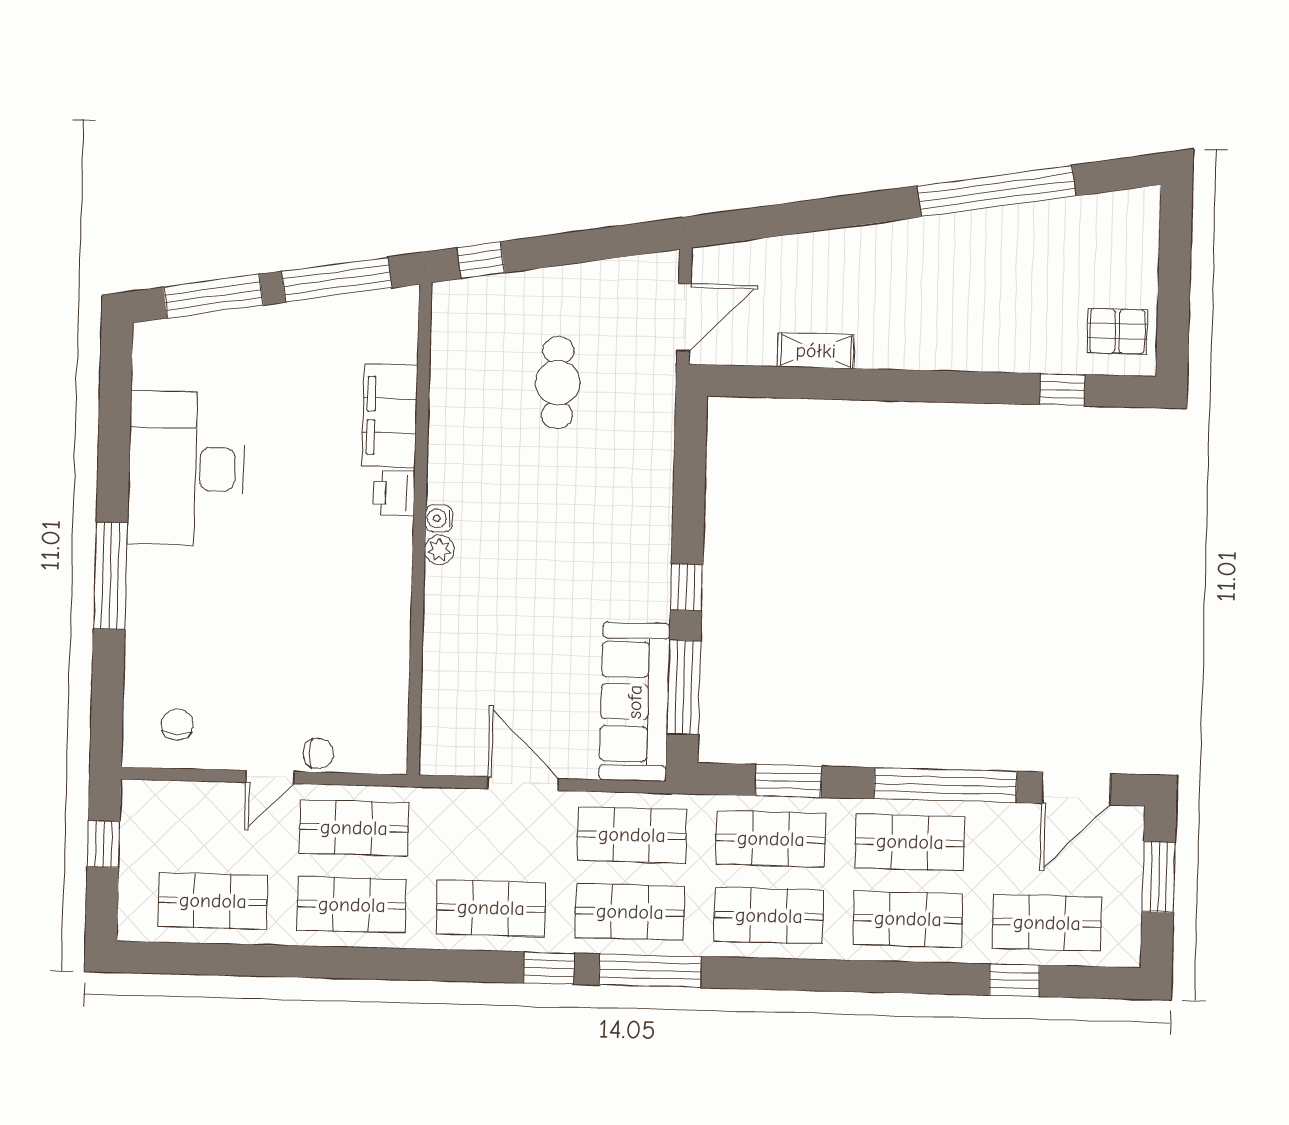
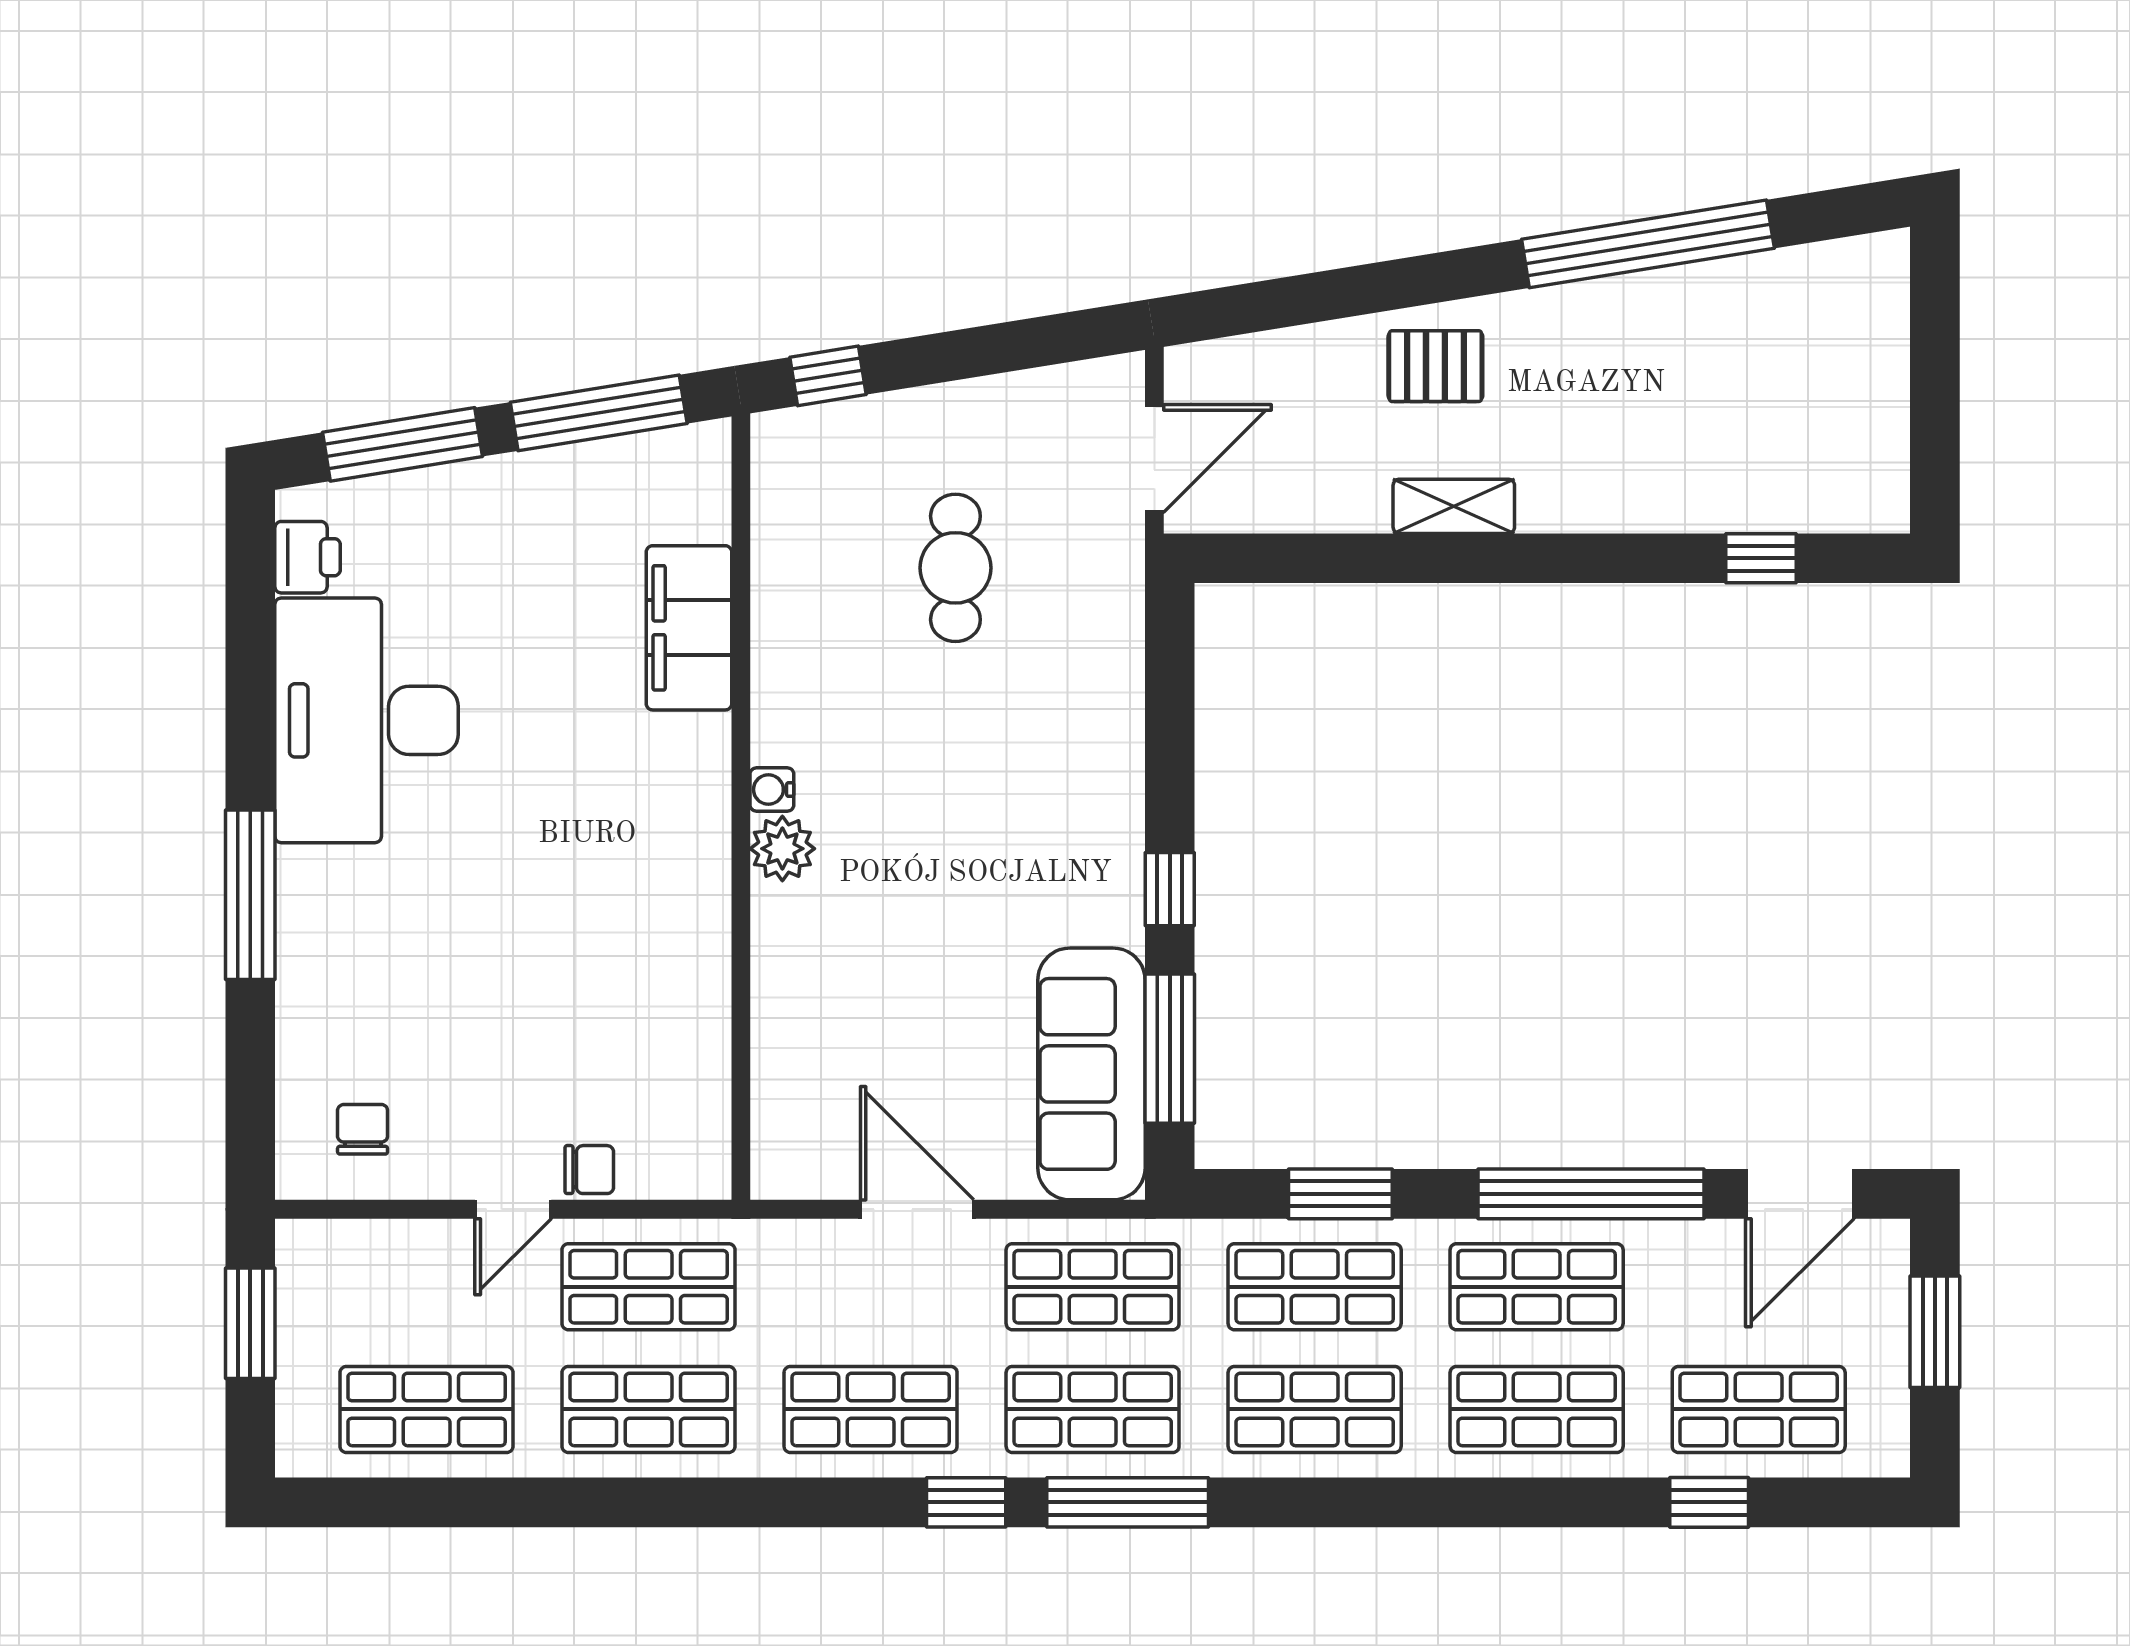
pallet: (1117, 331) -> (1435, 366), moved
shelving: (816, 351) -> (1454, 506), moved
printer: (394, 493) -> (308, 557), moved, turned 180
plant: (439, 550) -> (782, 849), width x1.38, depth x1.38
window: (104, 844) -> (250, 1323), width x1.50

